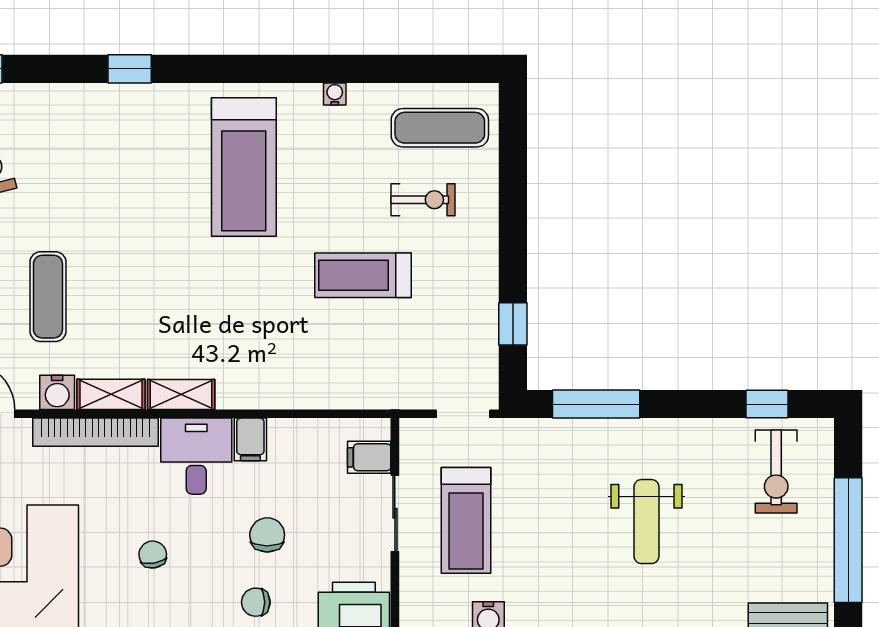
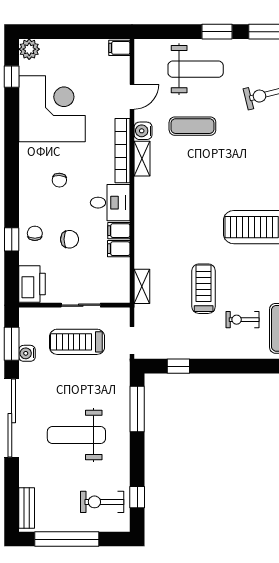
exercise bike: (423, 200) -> (243, 320), turned 90
shelving: (181, 395) -> (142, 286), moved
filing cabinet: (369, 457) -> (119, 249), moved, turned -90
weight bench: (646, 522) -> (76, 435), width x1.36, depth x1.33
chair: (153, 555) -> (59, 180), turned 104

